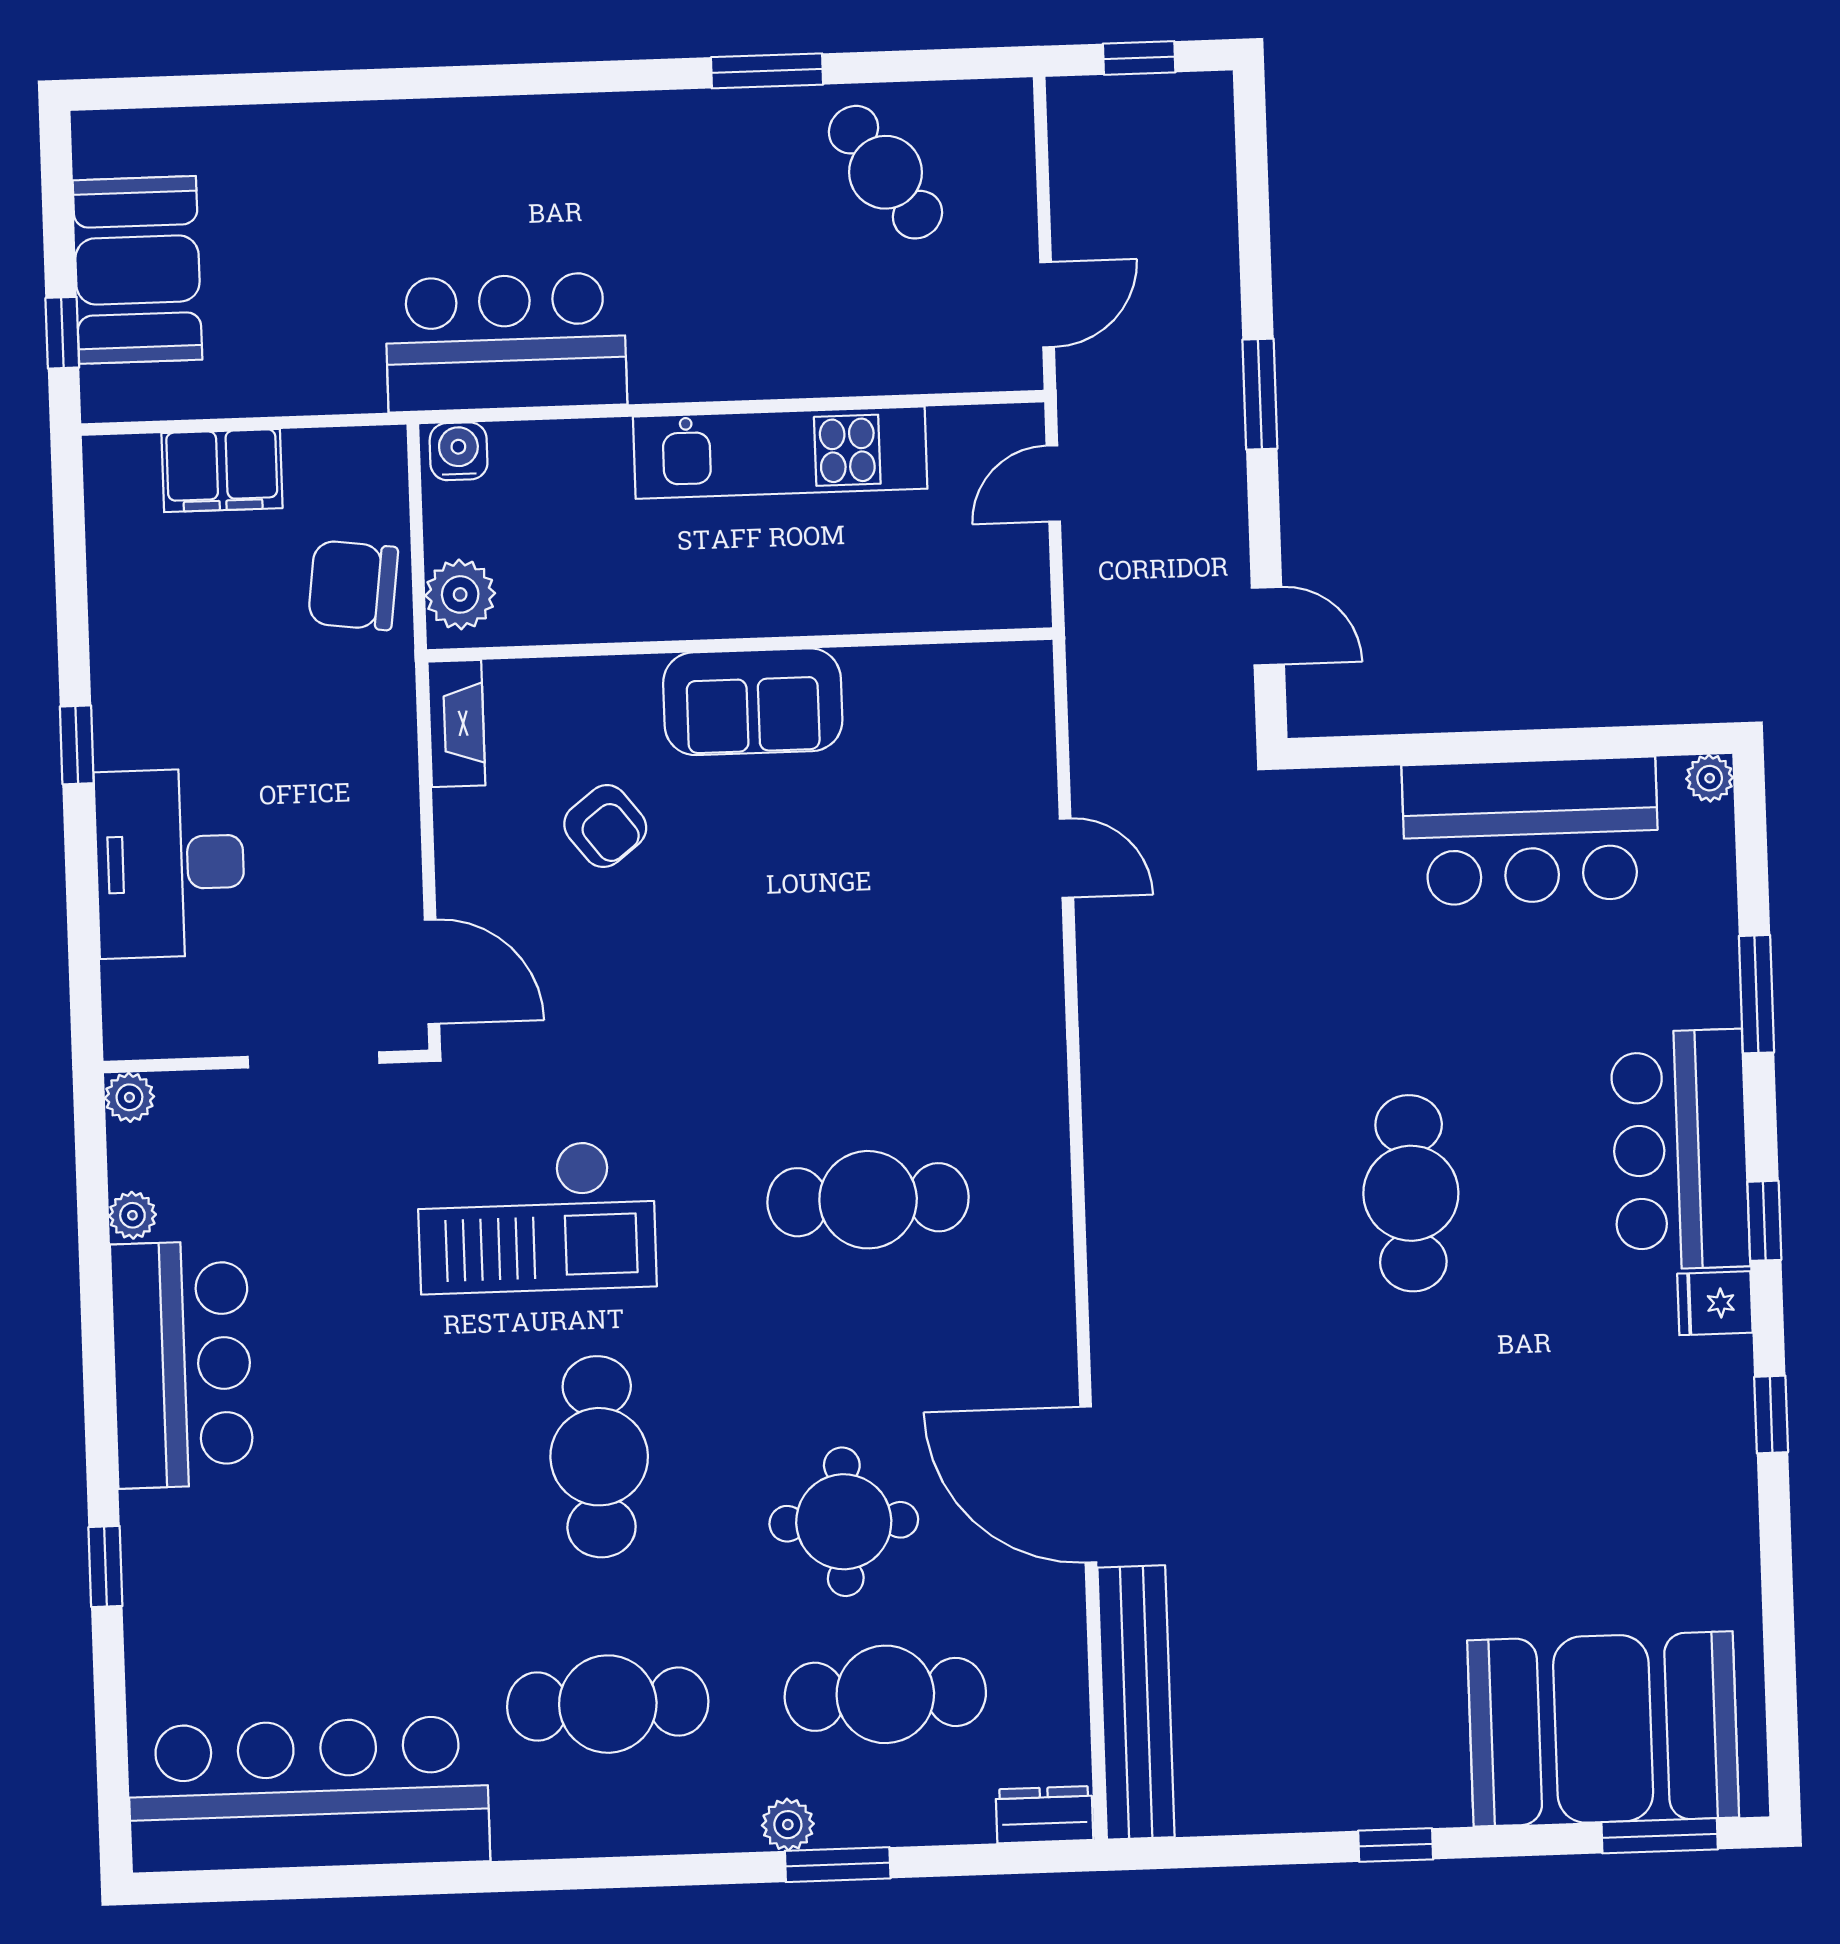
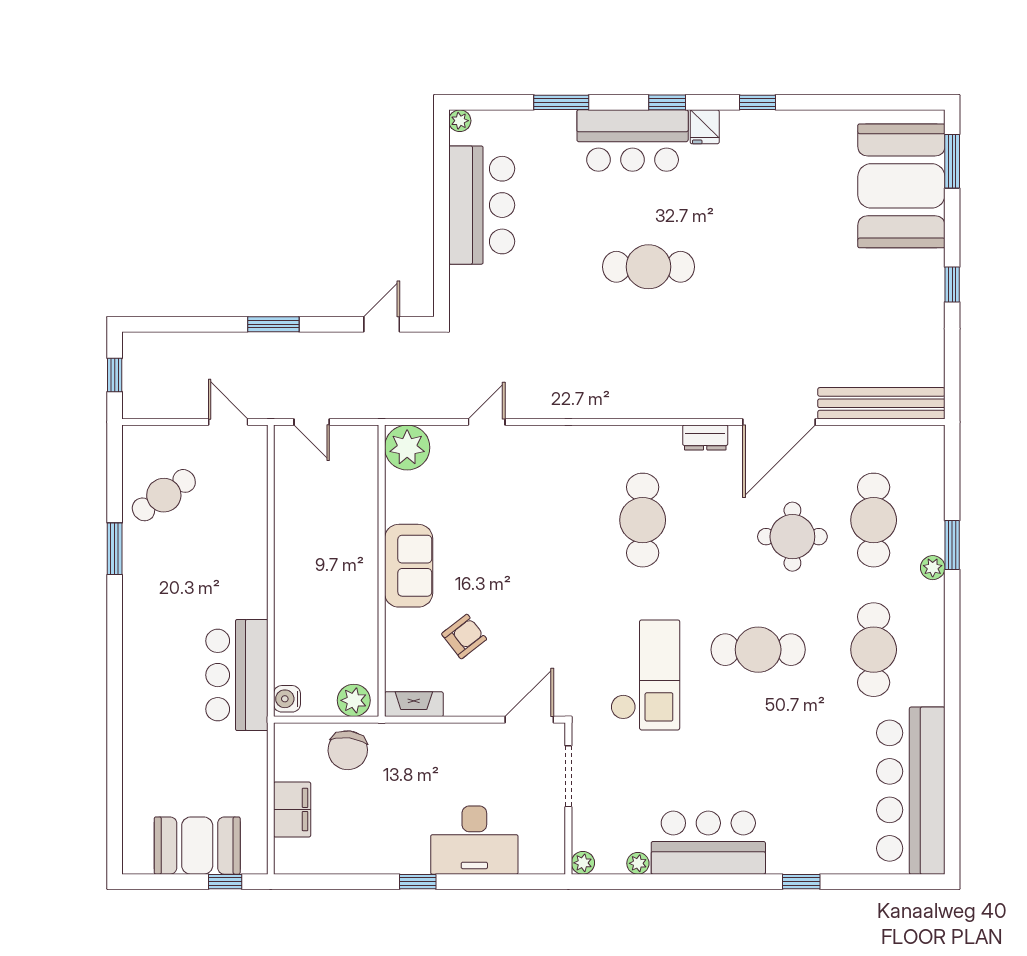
kitchen unit: (780, 453) -> (293, 549), removed
plant: (1006, 690) -> (407, 447), added
dresser: (1044, 1815) -> (705, 438), moved, turned -90

